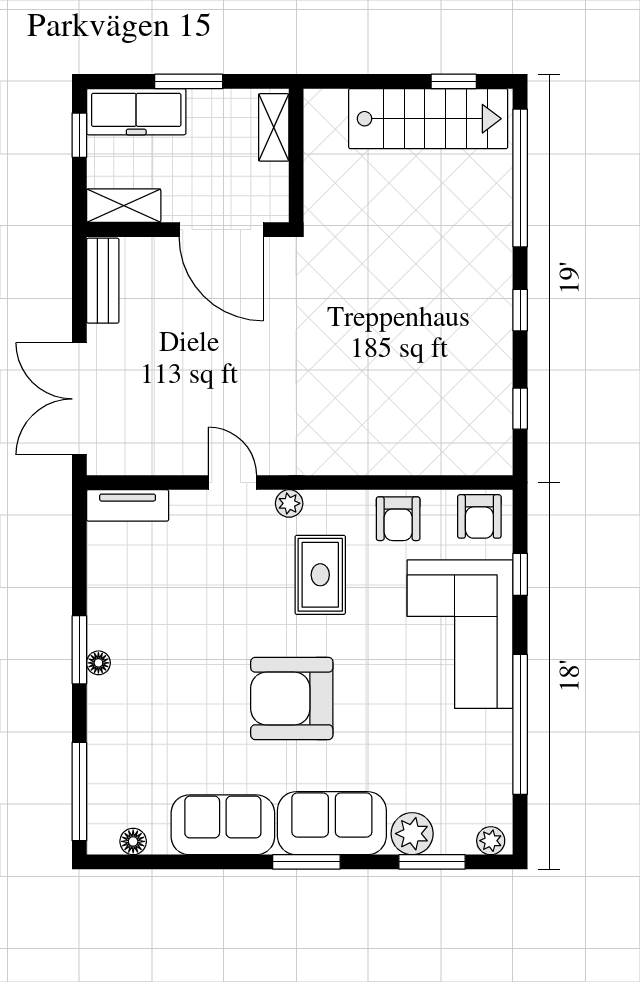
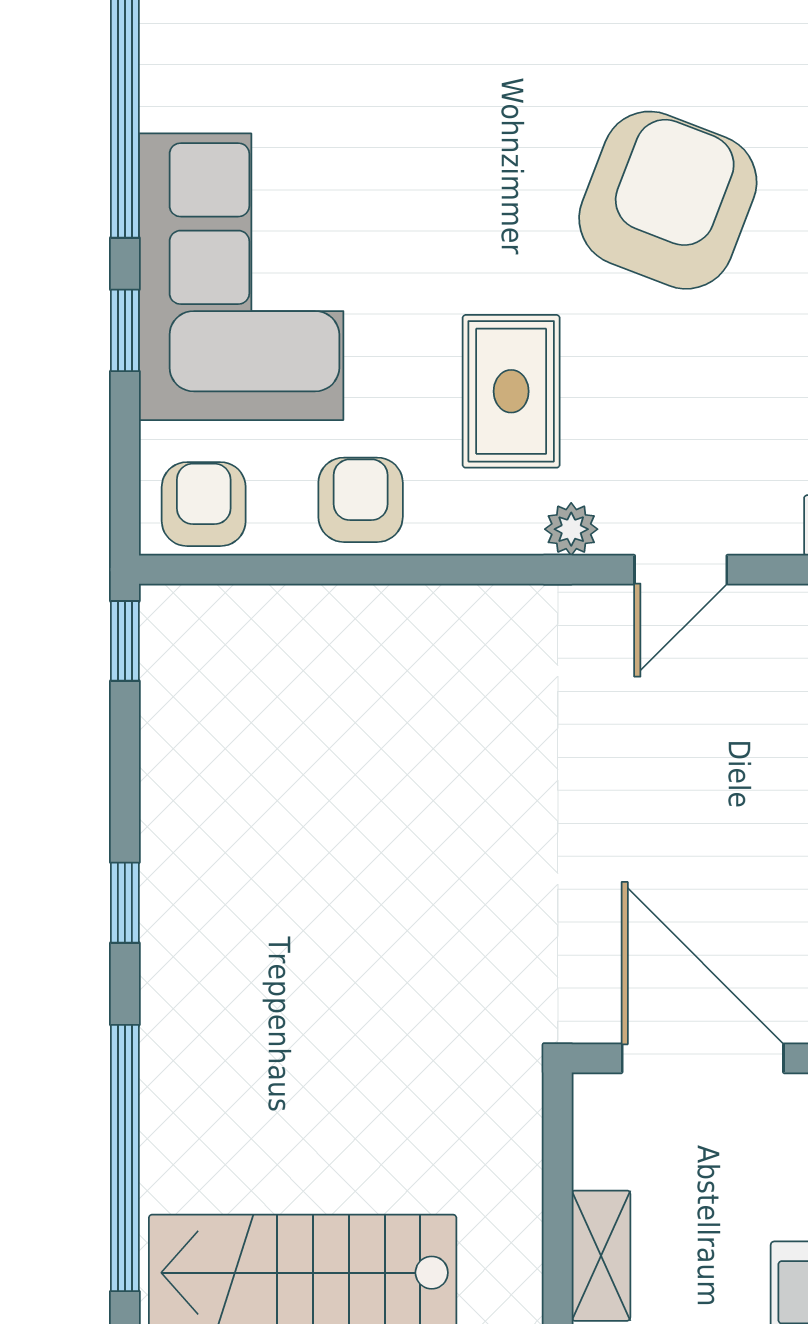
window: (520, 409) -> (125, 641), moved
door: (232, 483) -> (681, 570), hinge flipped
window: (520, 574) -> (125, 330), moved
armchair: (292, 698) -> (668, 200), moved, turned -69

